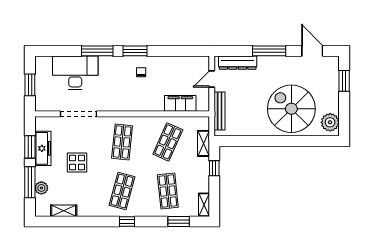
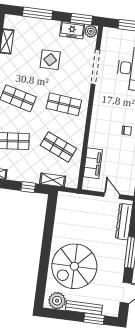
spiral stairs: (291, 109) -> (74, 266), turned 180
bench: (220, 111) -> (84, 308), moved
window: (30, 147) -> (81, 19), moved
freezer: (43, 148) -> (72, 30), width x0.71
plant: (41, 188) -> (91, 31), moved

